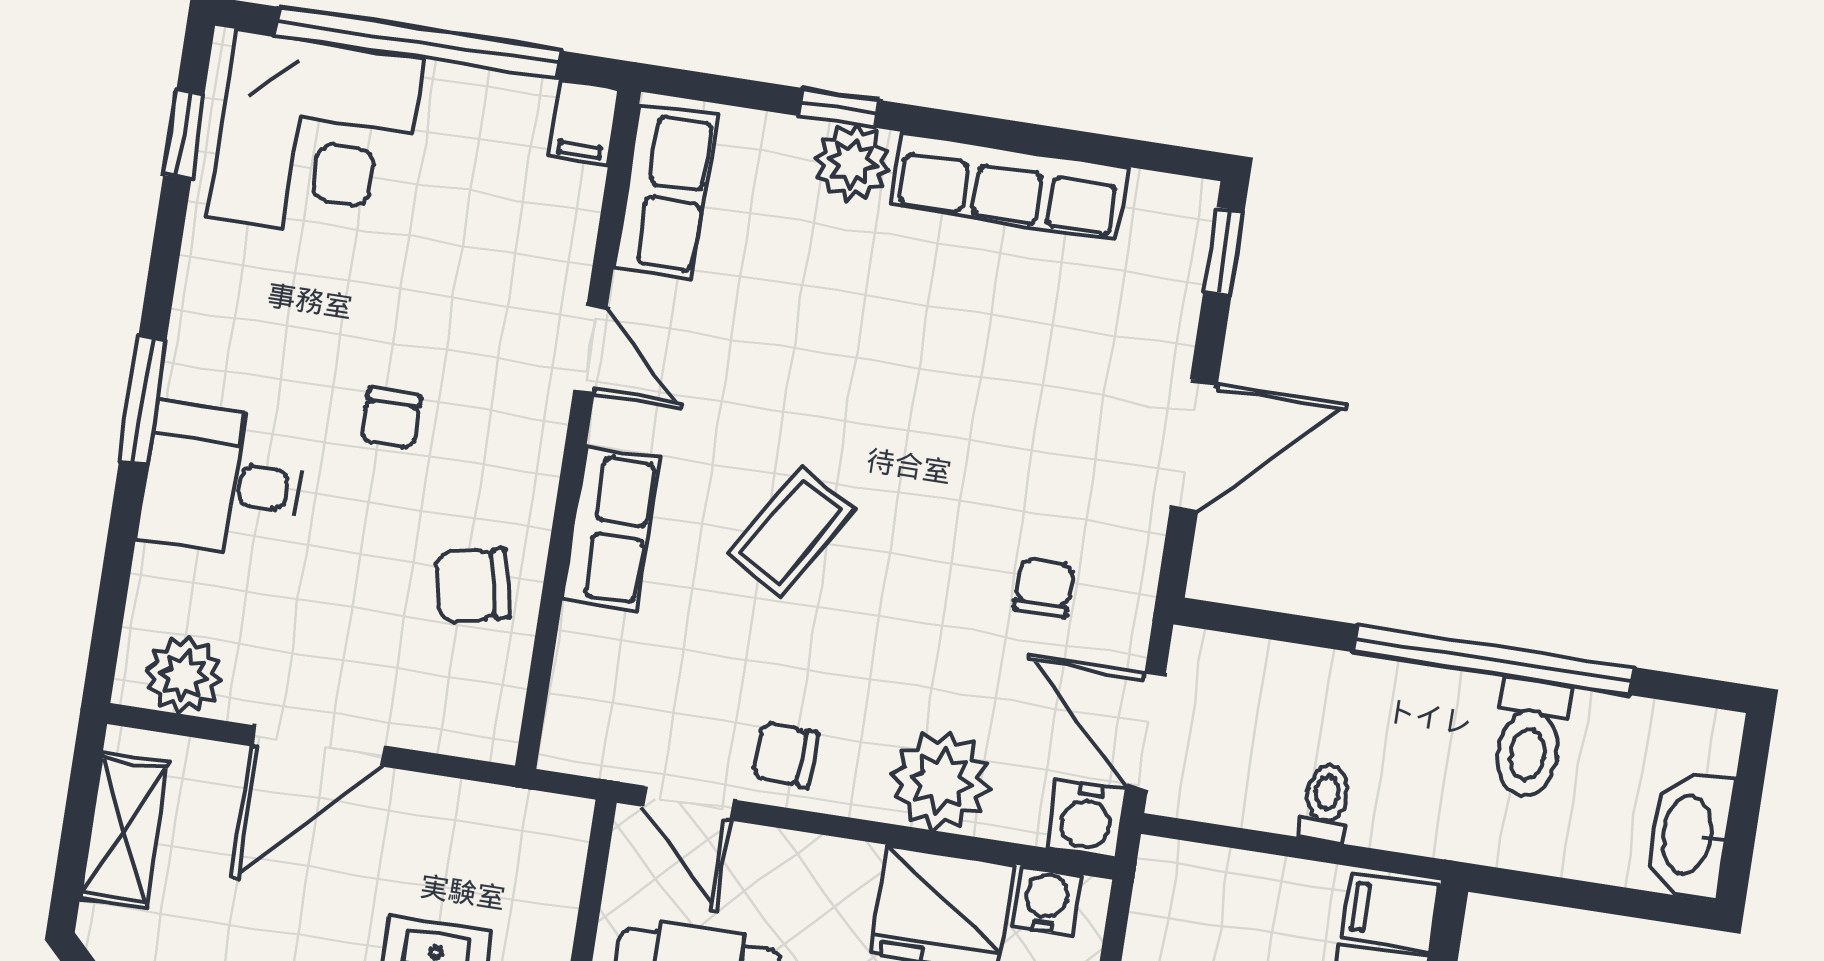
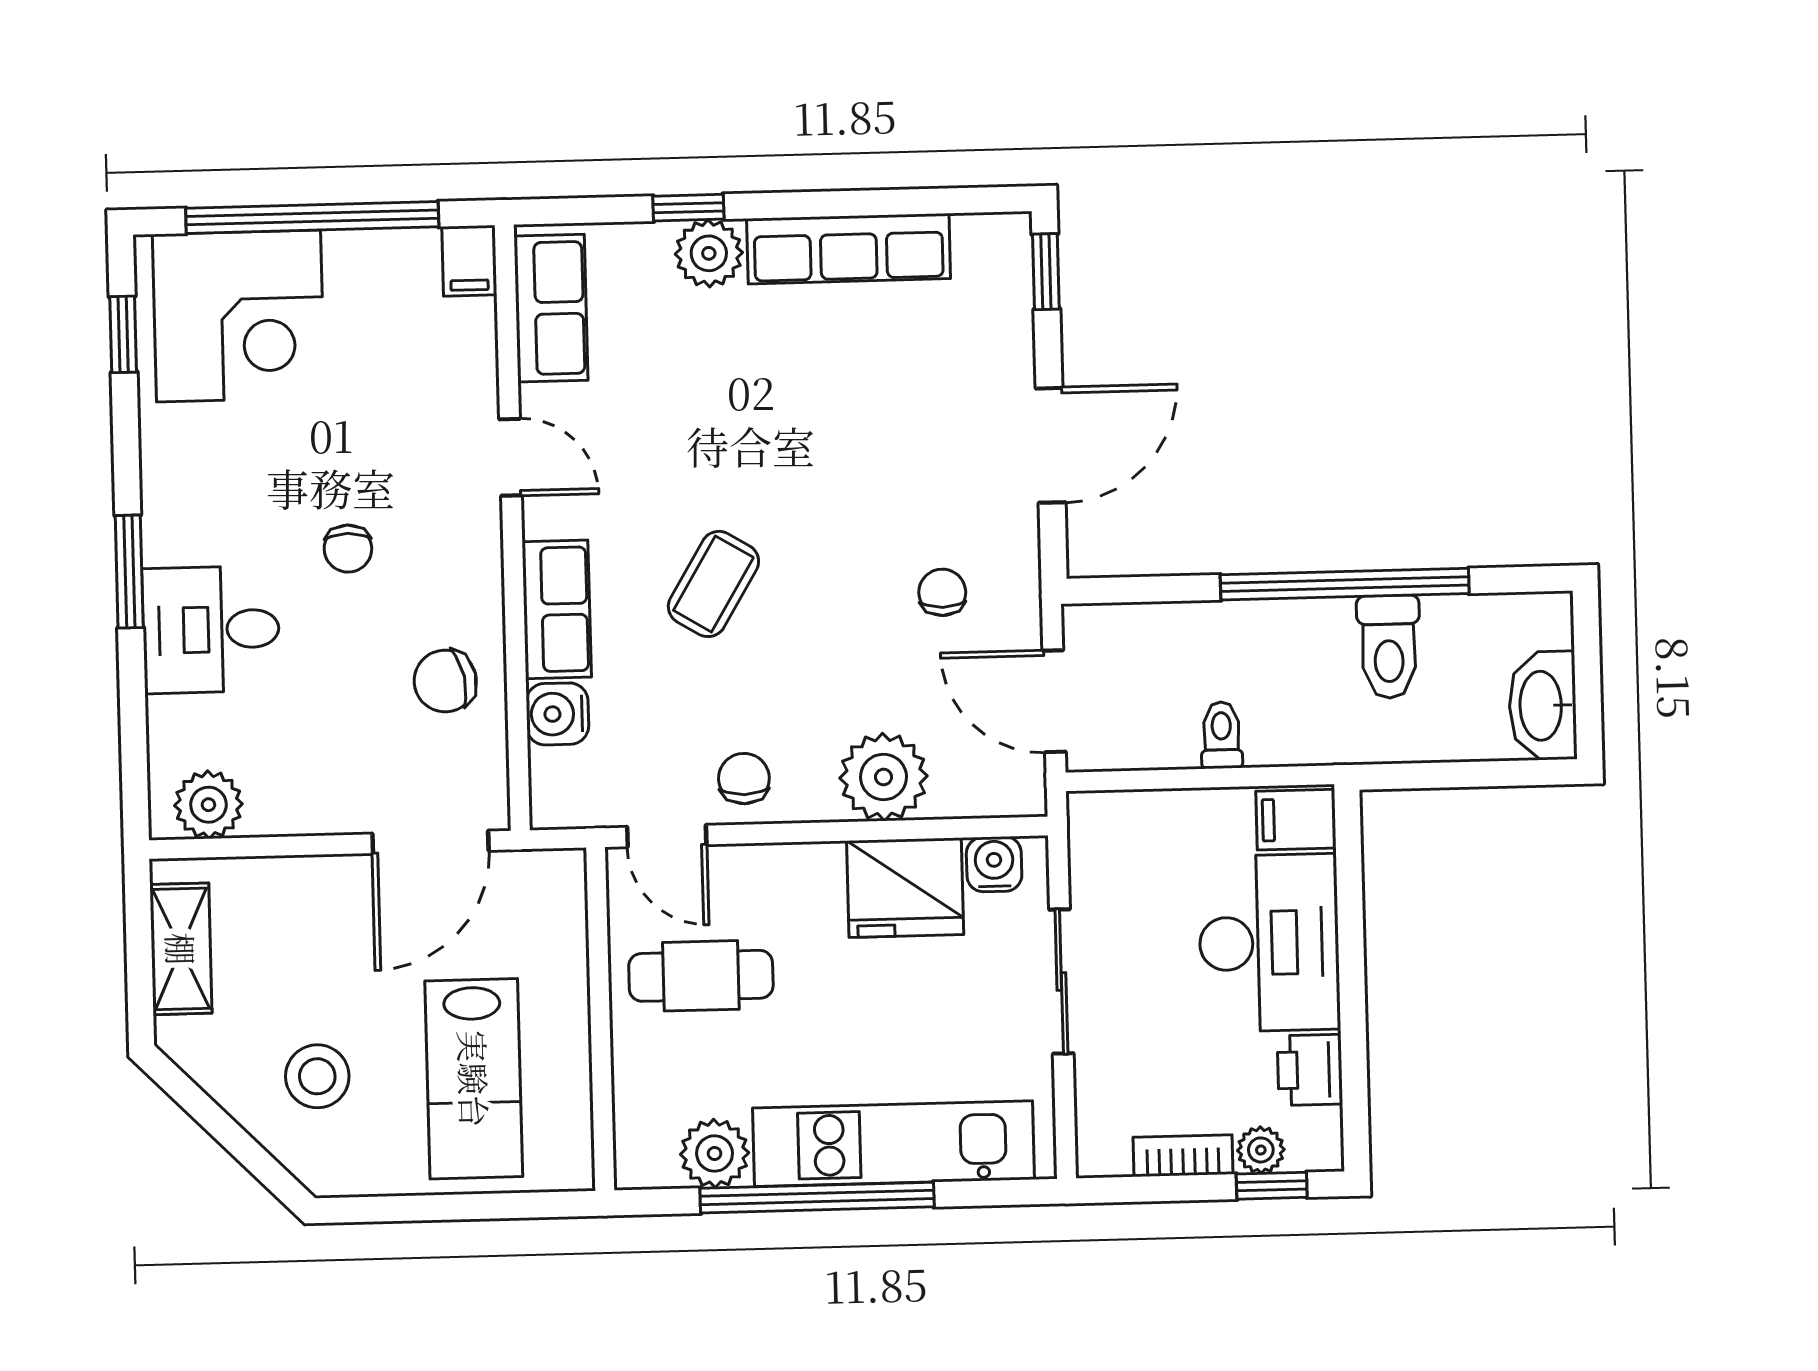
door: (318, 746) -> (430, 842), moved
chair: (785, 755) -> (744, 779), turned 88
water cooler: (1087, 819) -> (557, 714), moved, turned 90

